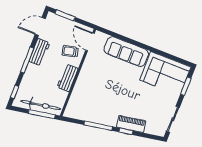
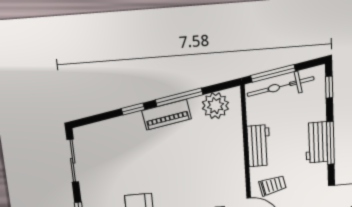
workbench: (39, 52) -> (316, 142), moved
plant: (81, 112) -> (215, 106), added
piano: (131, 124) -> (167, 115), moved

